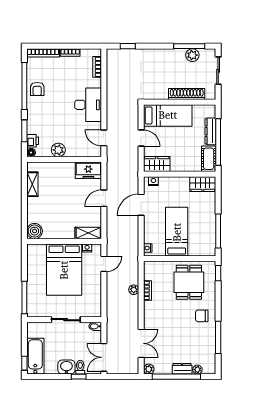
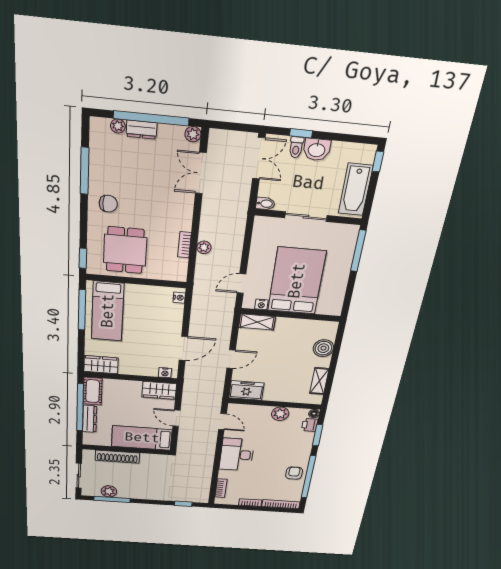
boiler: (35, 231) -> (323, 348), moved
bed: (177, 232) -> (108, 311), moved
bathtub: (35, 356) -> (356, 190), moved

